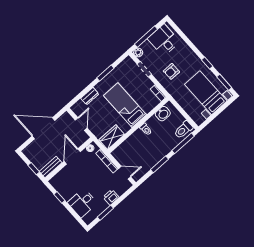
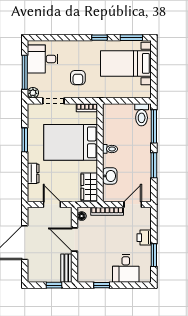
bed: (125, 105) -> (71, 142), width x1.50
washbasin: (163, 114) -> (110, 176), moved

